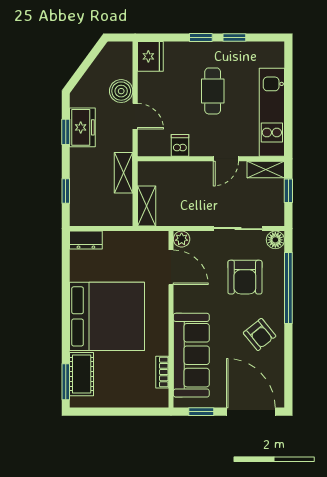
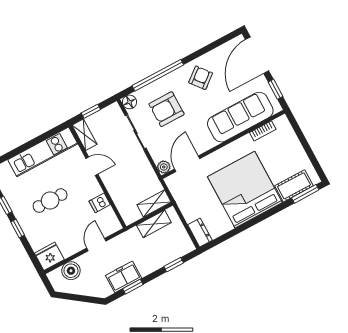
boiler: (121, 91) -> (71, 271), moved
shelving: (124, 173) -> (154, 224), moved
armchair: (245, 277) -> (167, 109), turned 180

